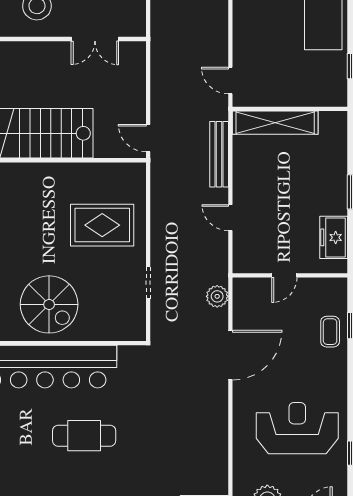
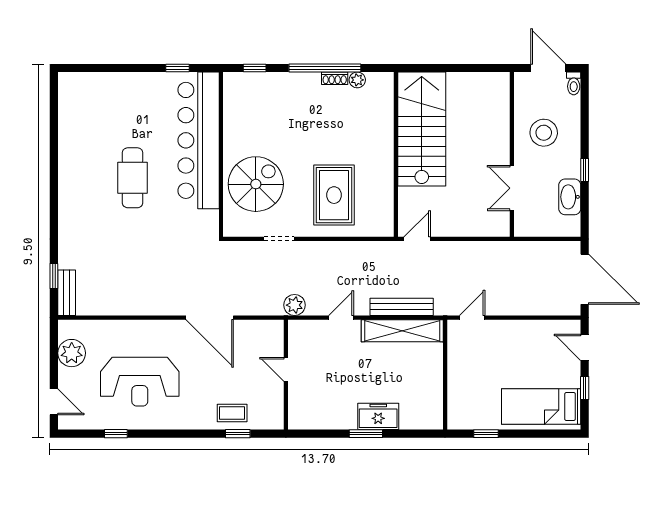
shelving: (275, 123) -> (402, 331), moved, turned 90
freezer: (334, 237) -> (378, 416), moved
plant: (217, 296) -> (295, 305), moved
spiral stairs: (49, 304) -> (256, 184), moved, turned 180
reception desk: (297, 428) -> (140, 382), turned 90

